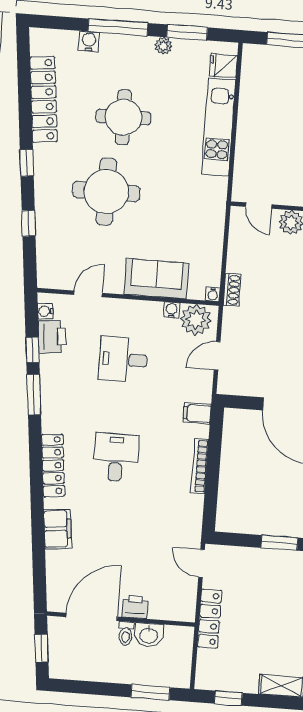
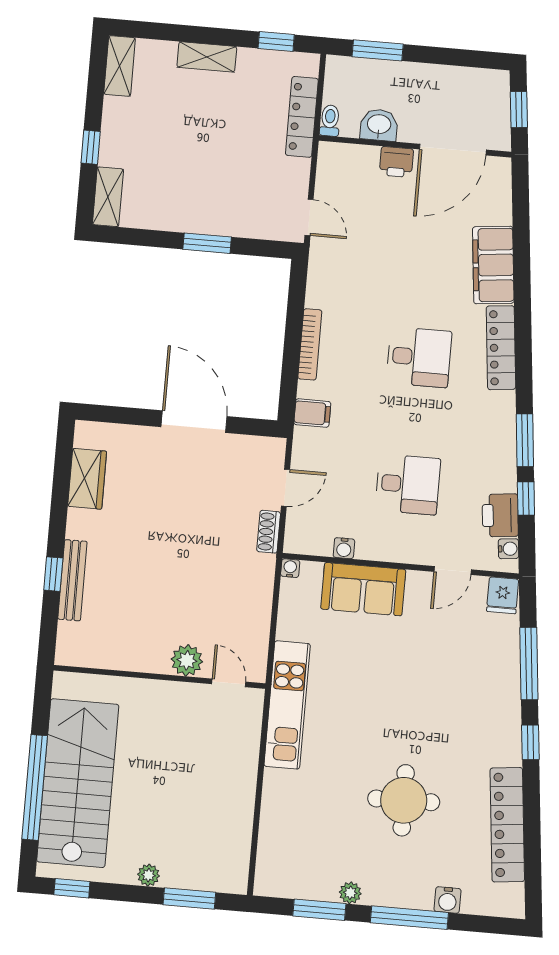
fridge: (223, 66) -> (503, 595), moved, turned 90
kitchen unit: (218, 127) -> (287, 705), moved
round table: (106, 192) -> (427, 704), removed
window: (29, 223) -> (529, 664), width x2.17
shoe rack: (232, 290) -> (269, 532), moved
plant: (196, 320) -> (312, 535), removed
desk: (116, 457) -> (419, 357), turned -90
filing cabinet: (58, 529) -> (493, 265), width x1.50, depth x1.17
locker: (210, 619) -> (302, 117), moved
toilet: (126, 634) -> (330, 120), moved

